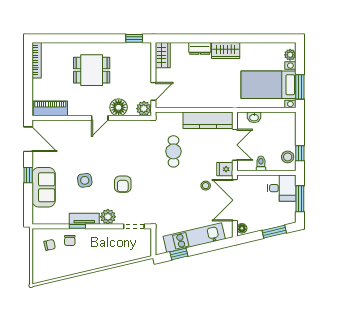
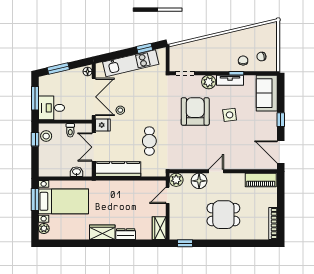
armchair: (123, 184) -> (195, 111), width x1.88, depth x1.88
sofa: (44, 187) -> (267, 93), moved

